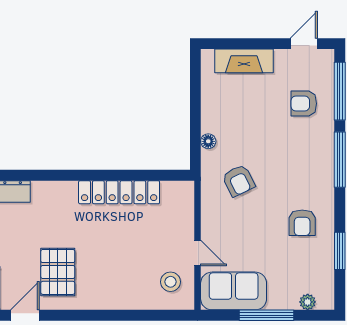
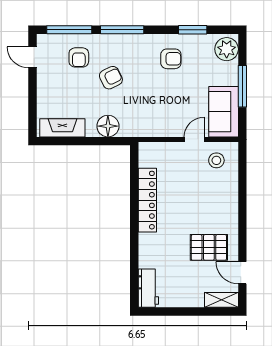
fireplace: (244, 61) -> (62, 128), moved, turned -90
floor lamp: (208, 141) -> (108, 126), width x1.89, depth x1.89
armchair: (239, 181) -> (111, 78), moved
plant: (308, 302) -> (227, 49), width x1.88, depth x1.88

